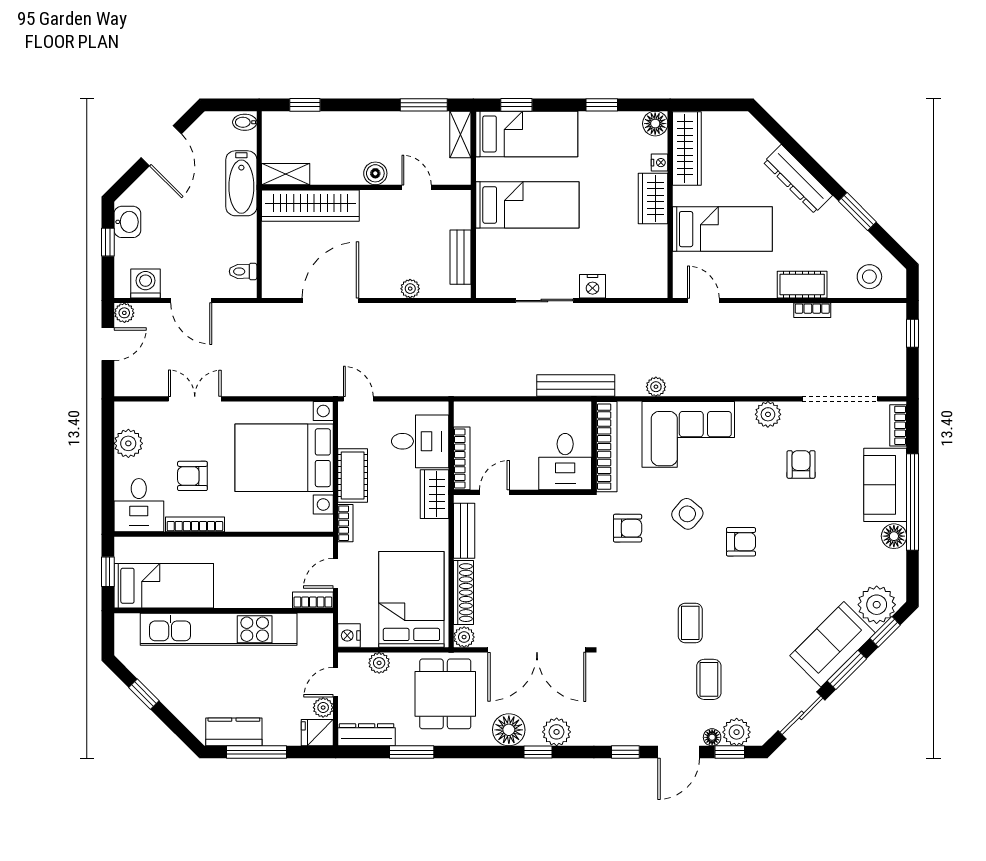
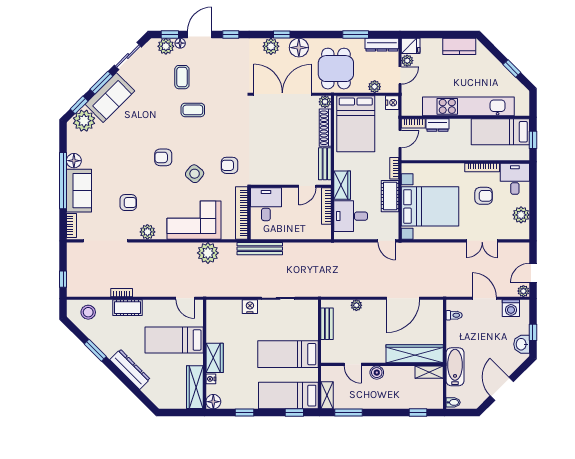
plant: (656, 387) -> (208, 253), width x1.88, depth x1.88
armchair: (801, 464) -> (128, 203), turned -90
dresser: (271, 597) -> (437, 125), added
coffee table: (690, 623) -> (193, 110), turned 90
window: (256, 752) -> (446, 35), removed

